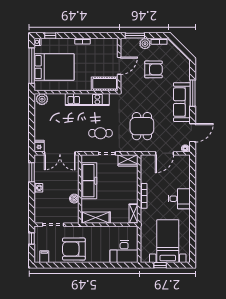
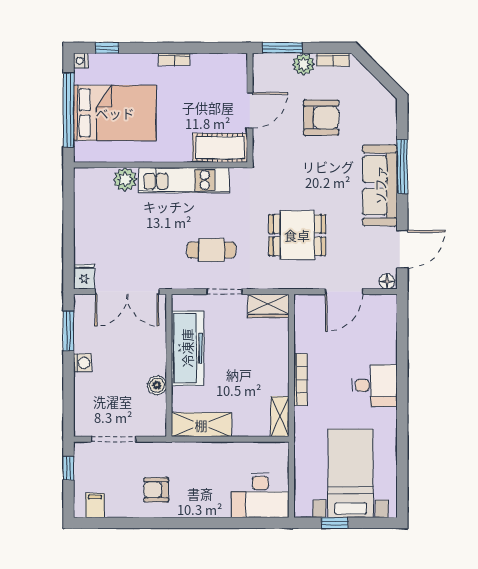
plant: (42, 99) -> (125, 179), moved
dining table: (142, 126) -> (297, 235), turned 90
armchair: (74, 249) -> (156, 490), width x0.53, depth x0.53

